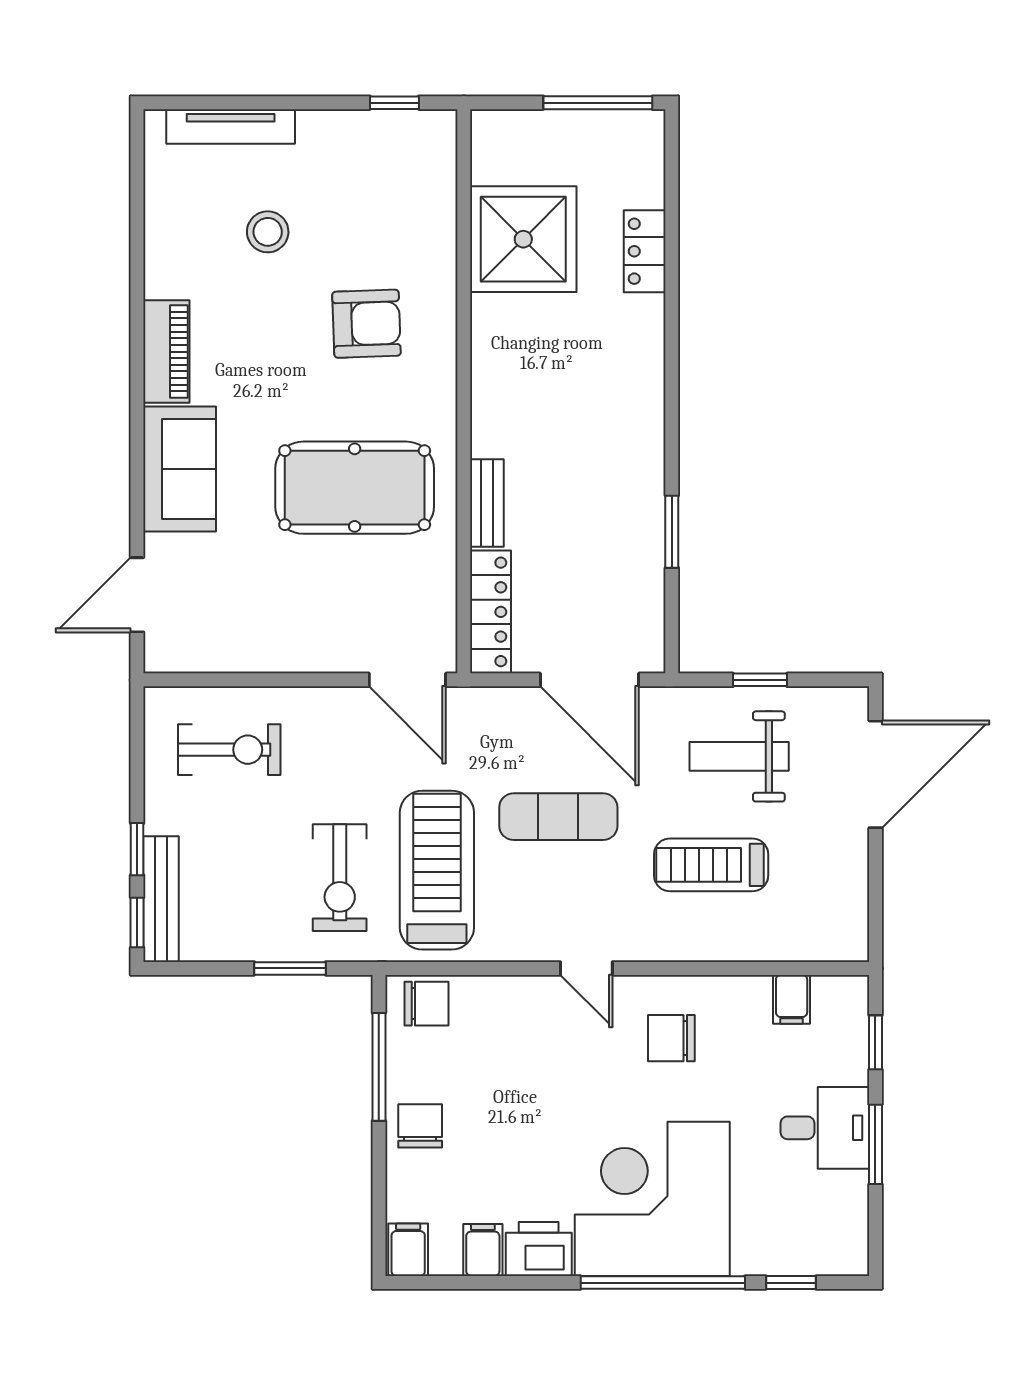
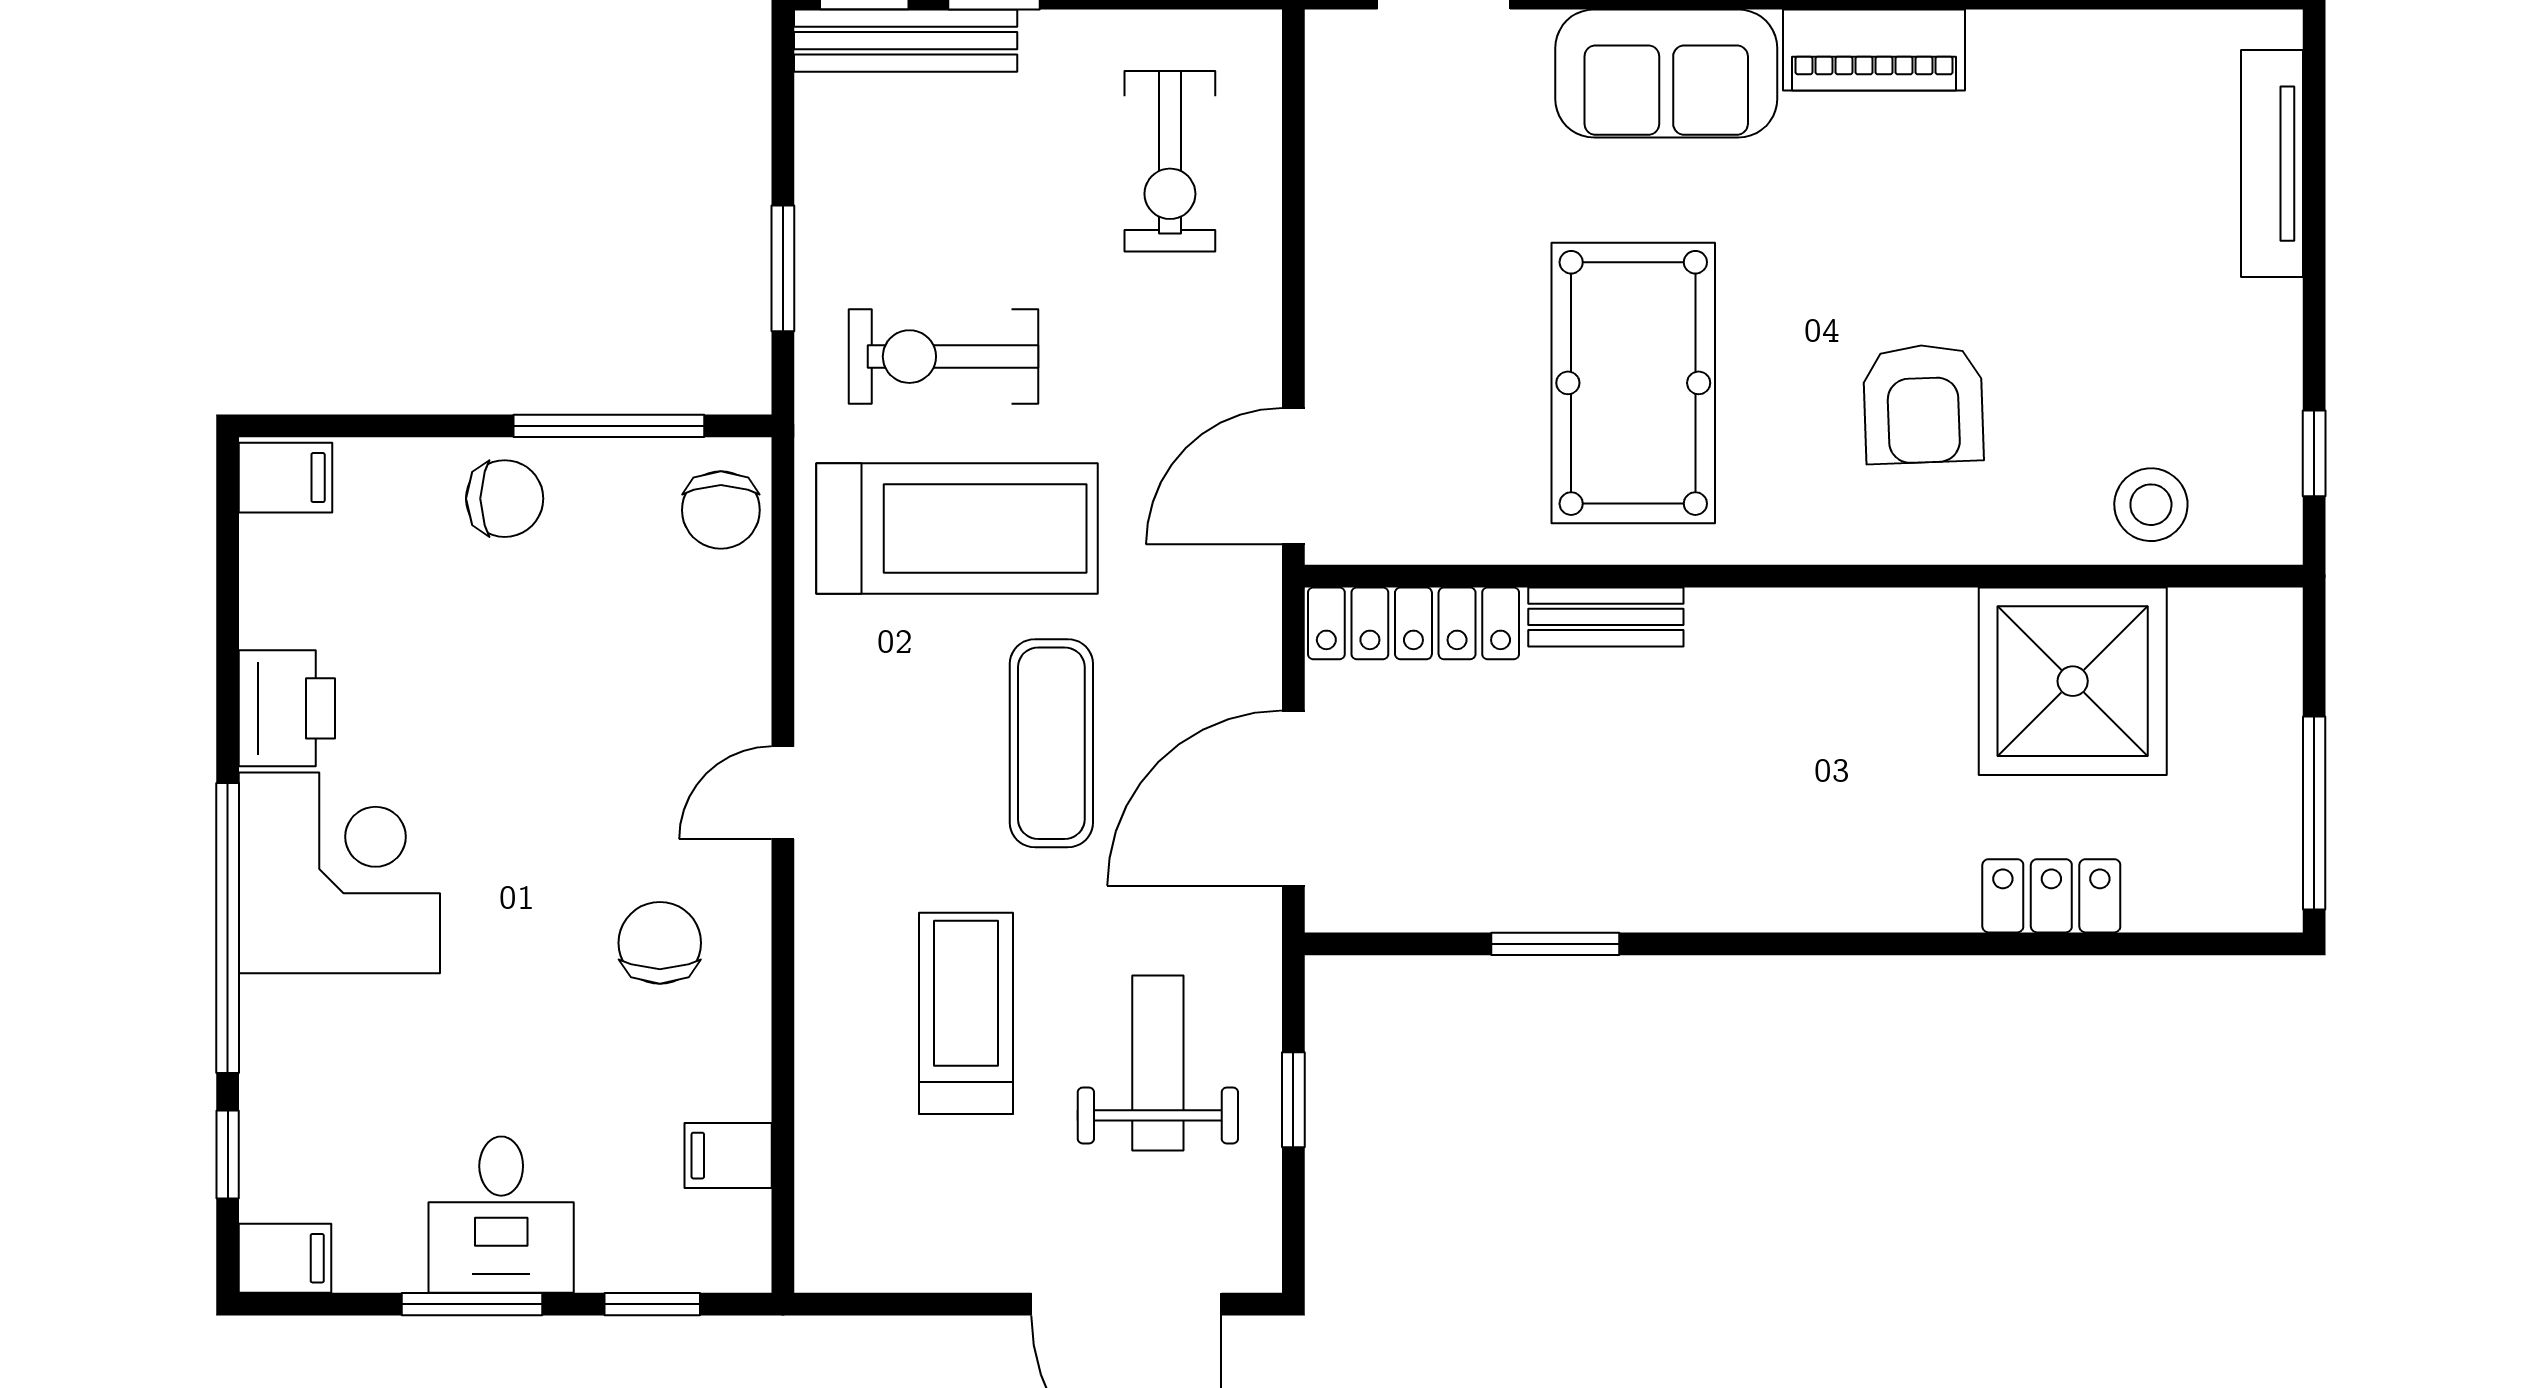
stool: (268, 232) -> (2151, 505), moved
corner desk: (652, 1199) -> (339, 873), width x0.74, depth x0.74
filing cabinet: (483, 1250) -> (285, 1258), moved

